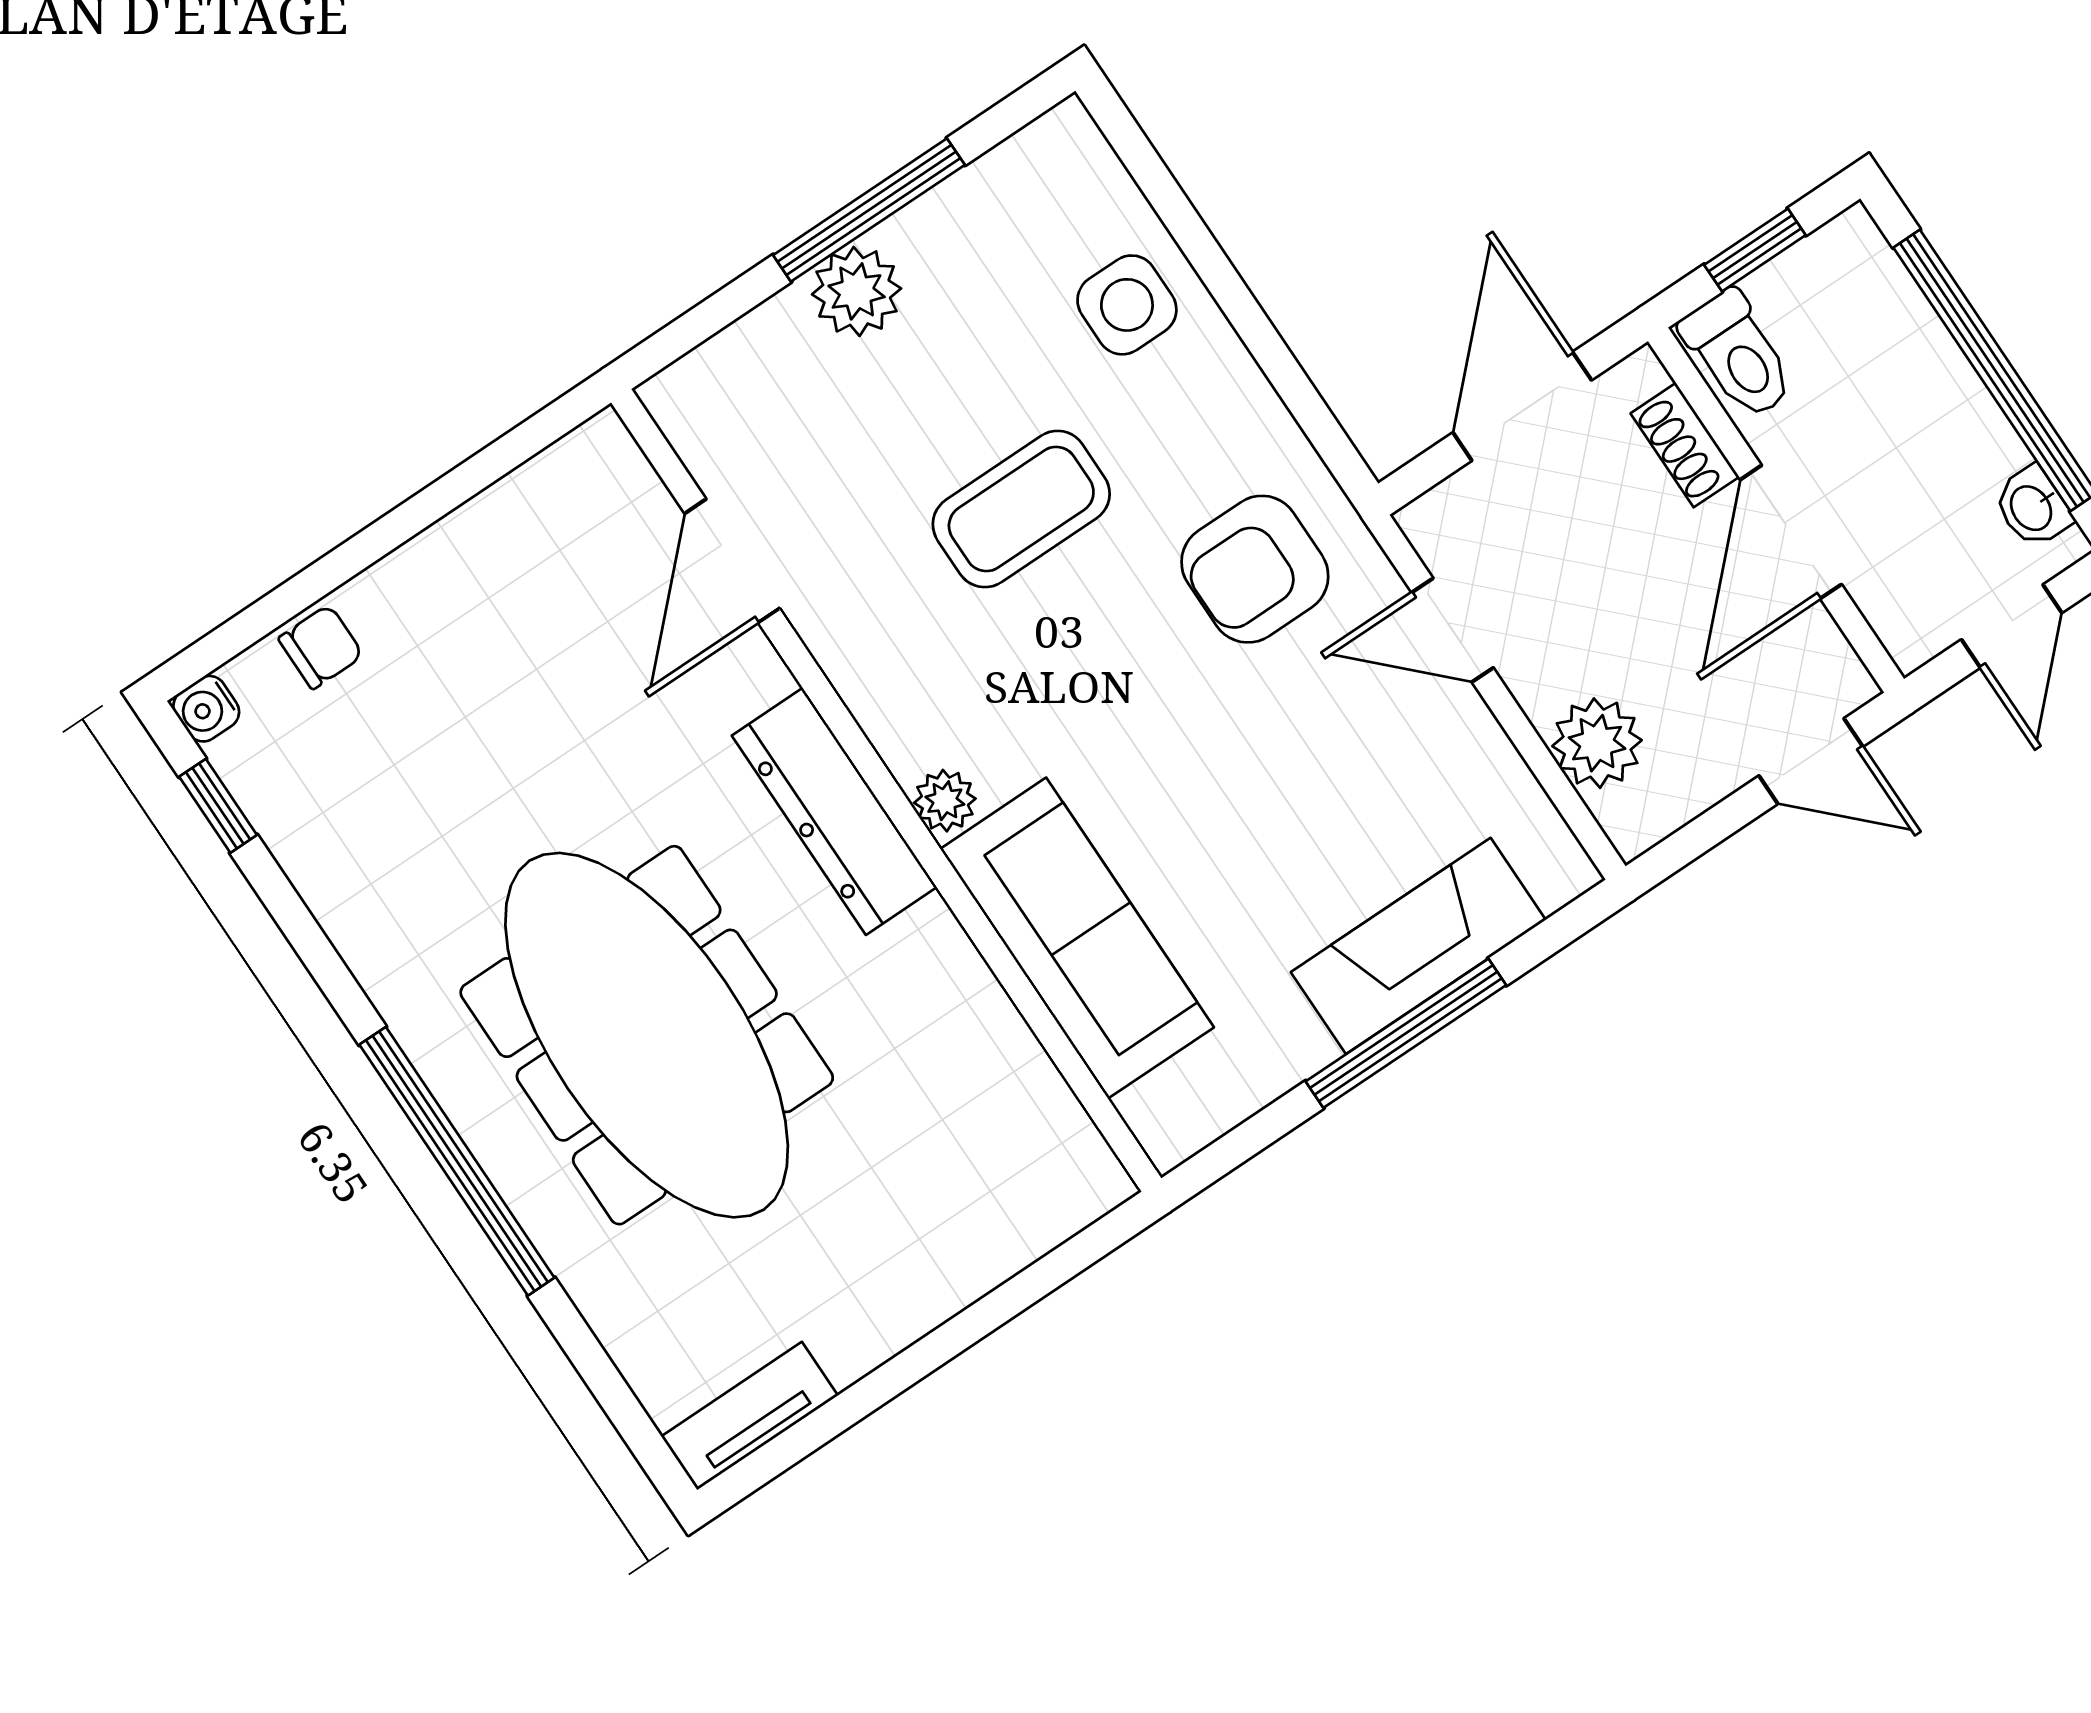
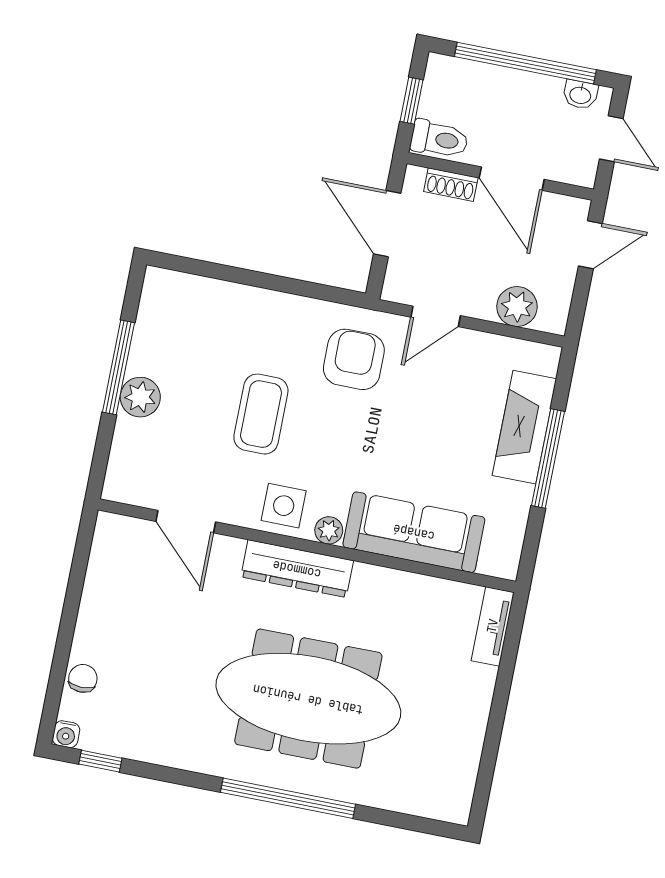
side table: (1127, 305) -> (284, 506), moved
armchair: (1255, 569) -> (354, 359), turned 180
tv unit: (750, 1416) -> (493, 626), moved

